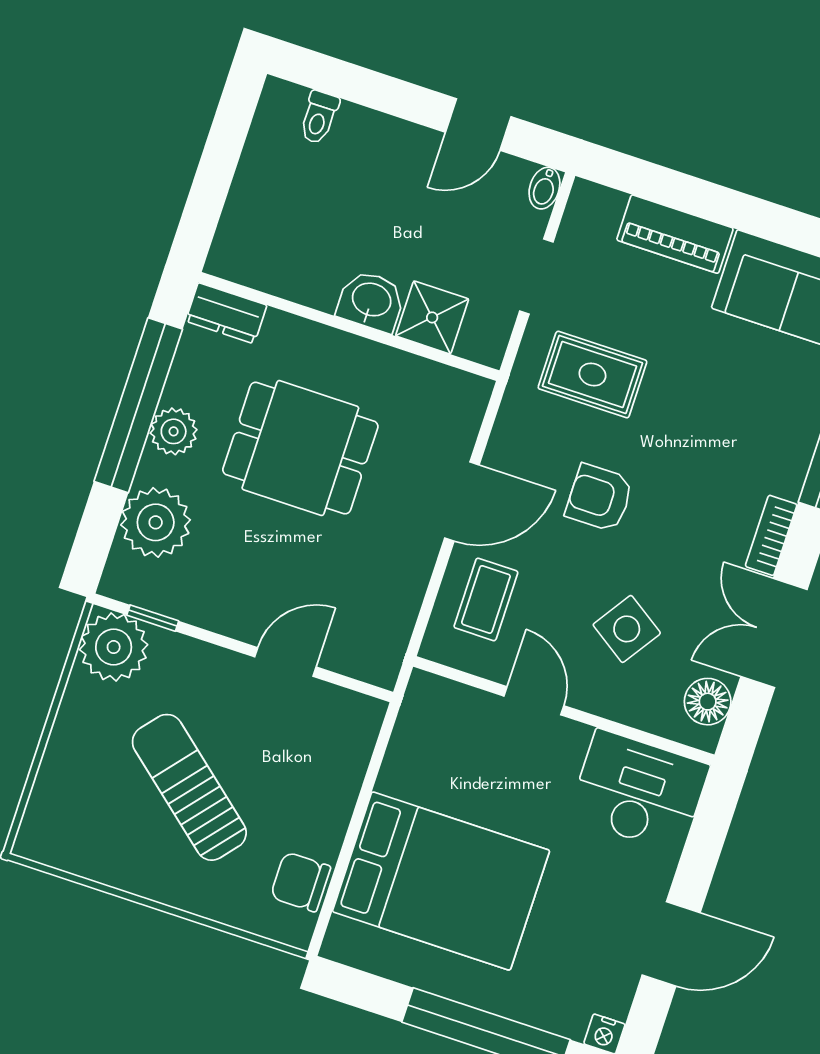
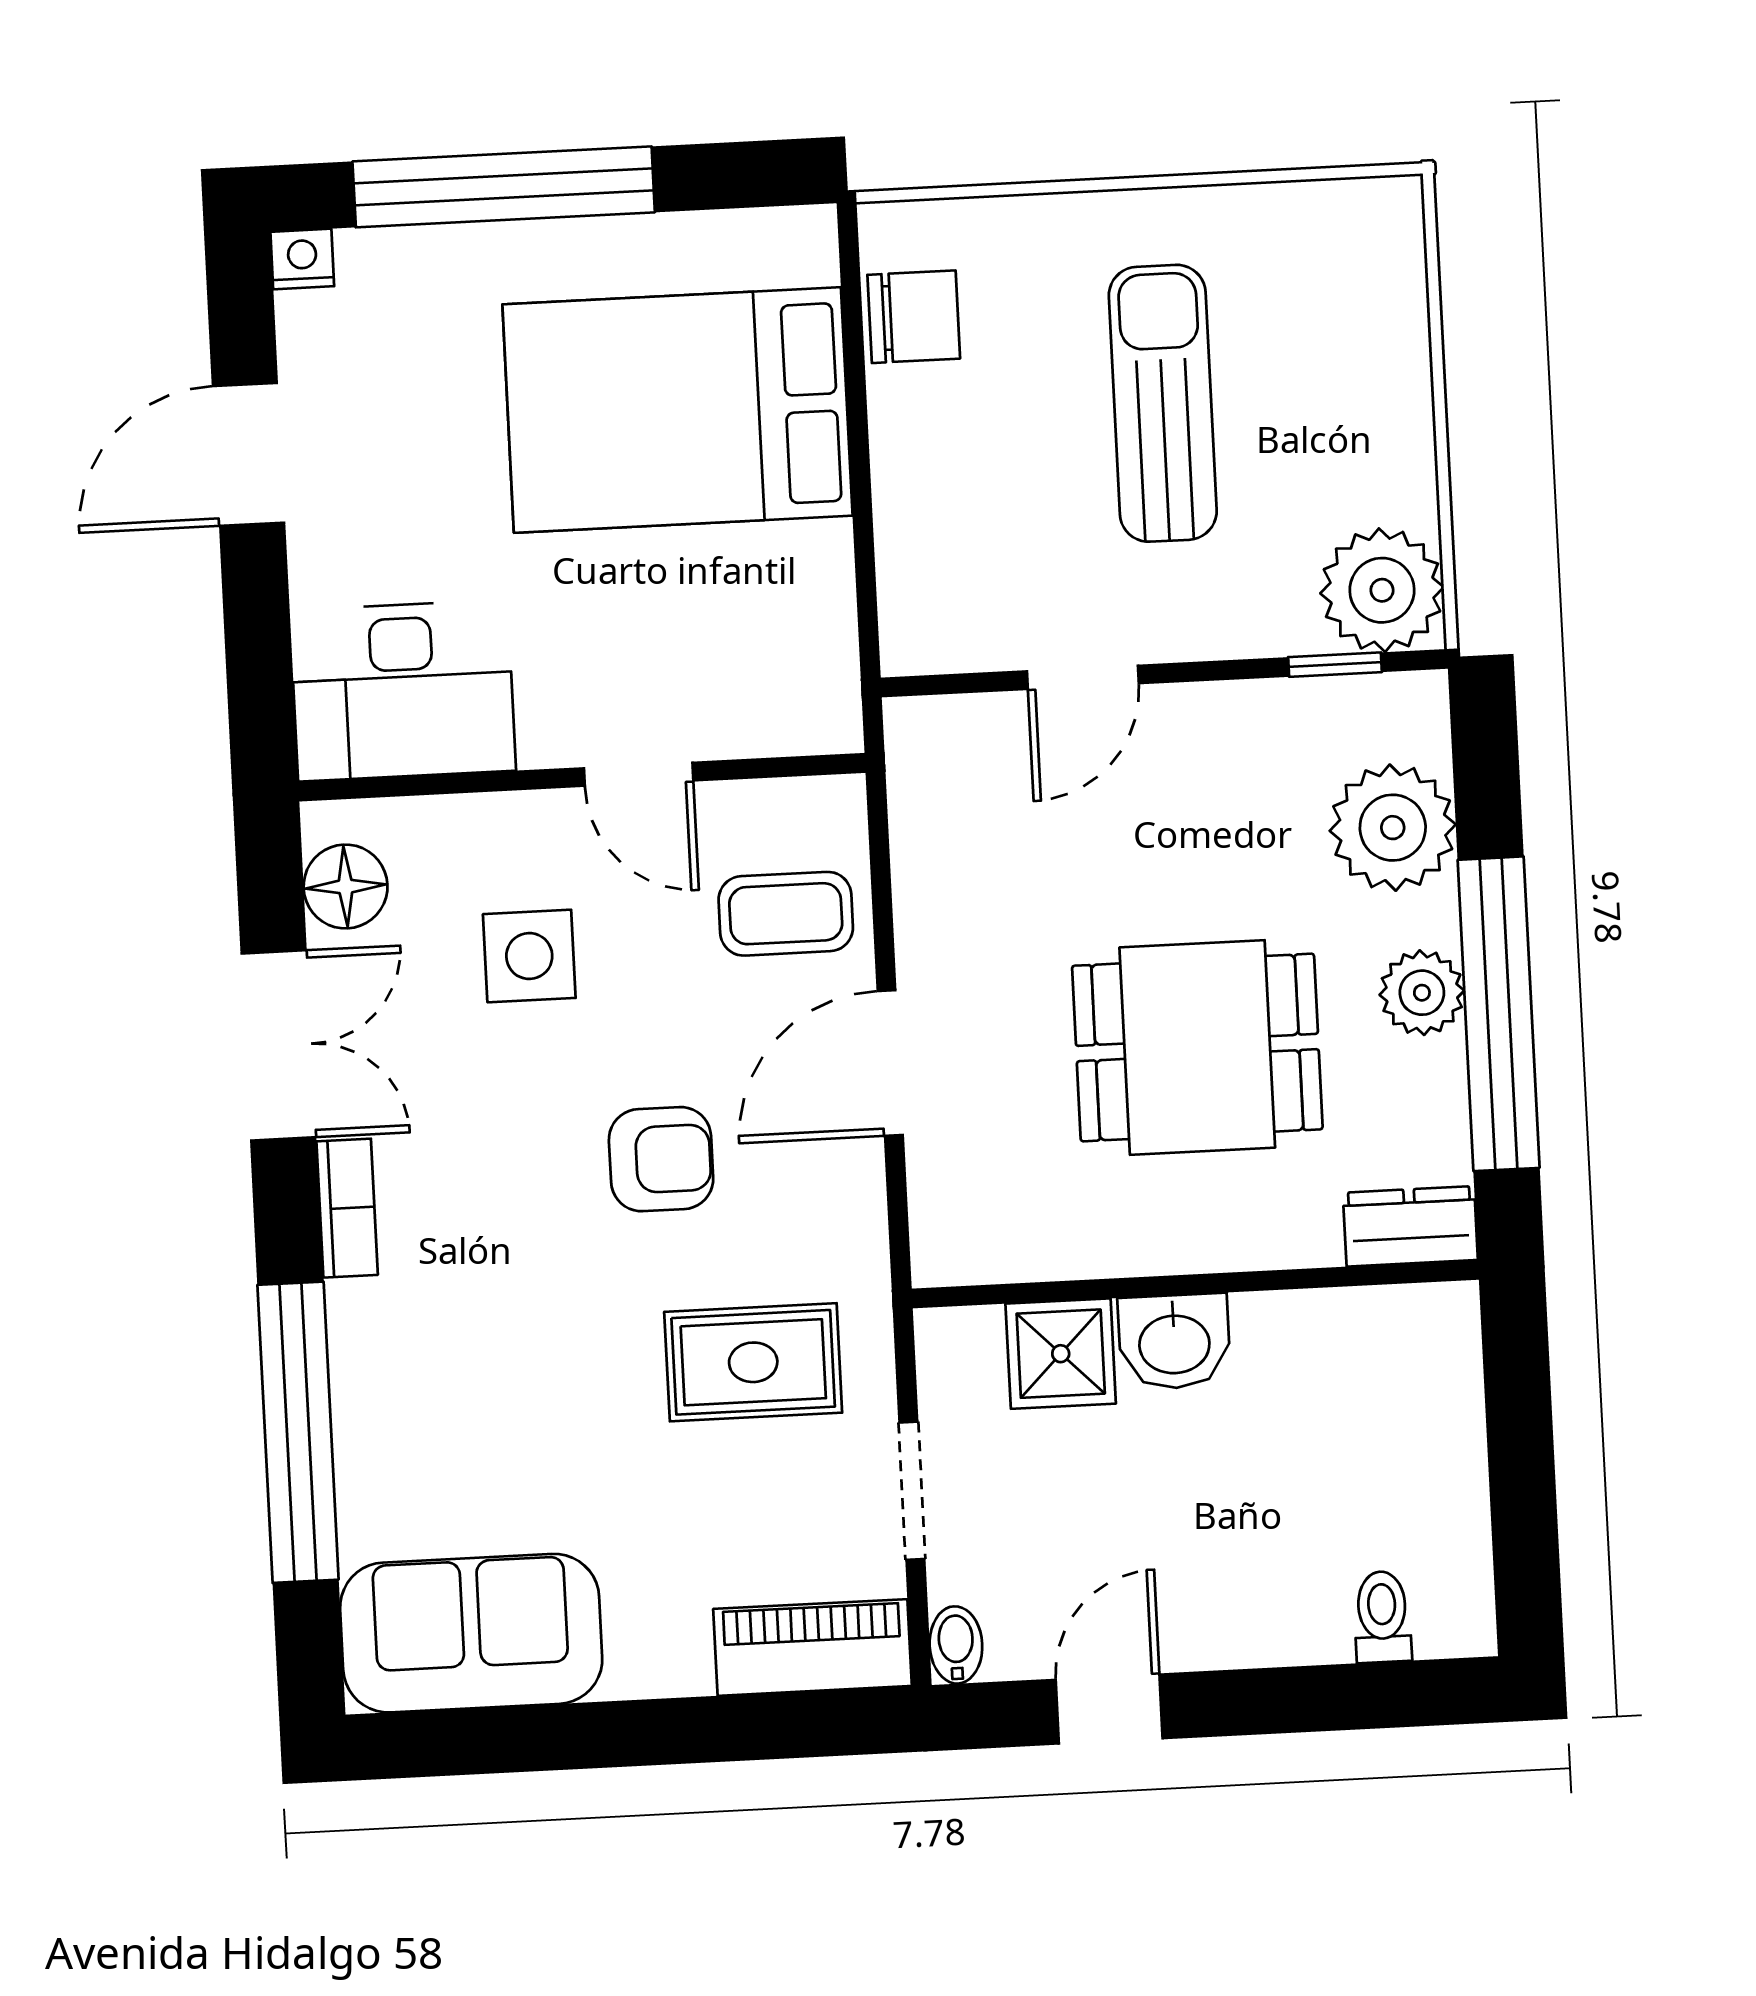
piano: (675, 234) -> (812, 1647), moved
coffee table: (486, 599) -> (786, 914), turned 90
side table: (627, 629) -> (529, 956), turned -34
sun lounger: (189, 787) -> (1163, 403), turned -130

